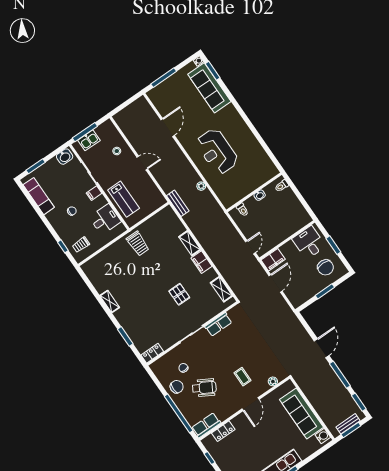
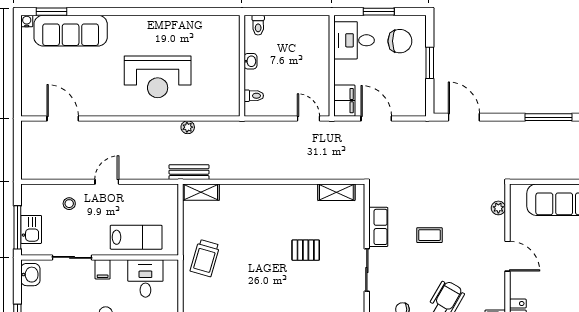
window: (164, 78) -> (17, 80), removed
door: (168, 128) -> (63, 119), moved
shelving: (190, 243) -> (201, 192), moved
trolley: (138, 244) -> (205, 258), turned 106
filing cabinet: (201, 262) -> (284, 194), removed
door: (321, 348) -> (464, 117), moved
coffee table: (242, 377) -> (429, 235), moved

